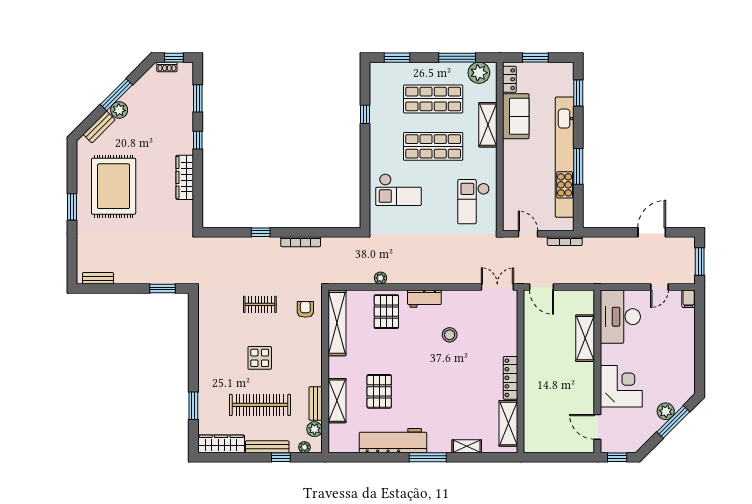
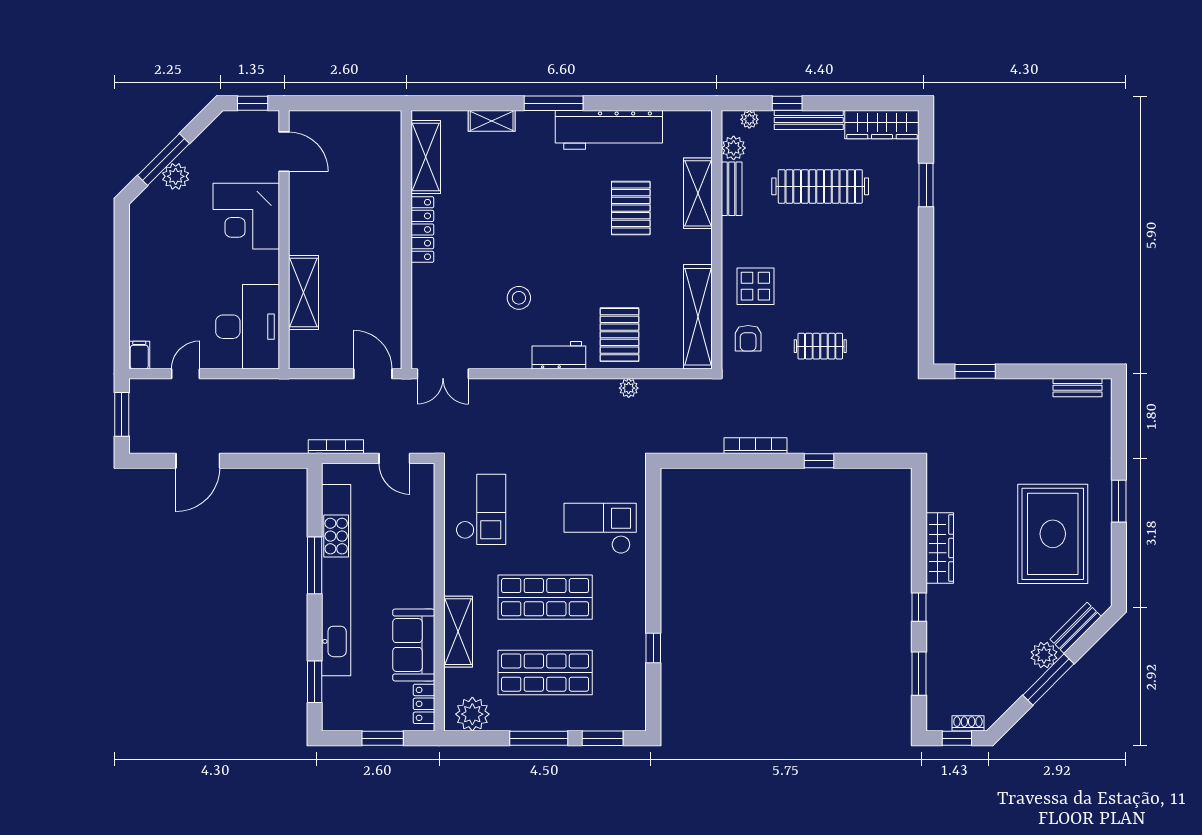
window: (457, 58) -> (539, 738), moved
display table: (260, 358) -> (755, 286), moved

